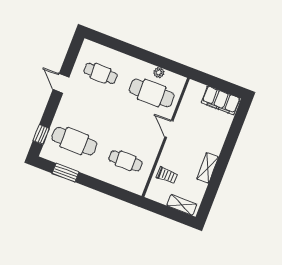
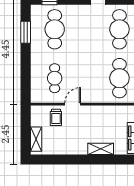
cafe table: (100, 73) -> (119, 29), width x1.37, depth x1.35
door: (169, 129) -> (73, 104), moved
shelving: (208, 168) -> (101, 149), moved

